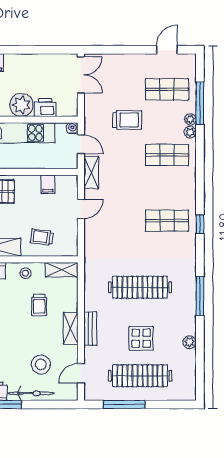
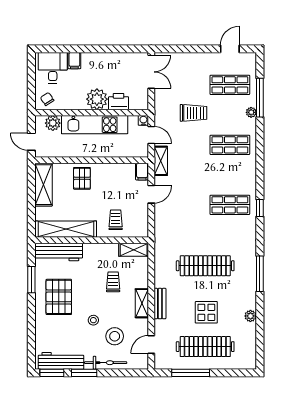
plant: (190, 132) -> (251, 124), removed
filing cabinet: (48, 184) -> (142, 172), moved
trolley: (42, 237) -> (116, 220), turned 82
stool: (25, 273) -> (93, 320), moved
trolley: (39, 305) -> (113, 282), turned 180

